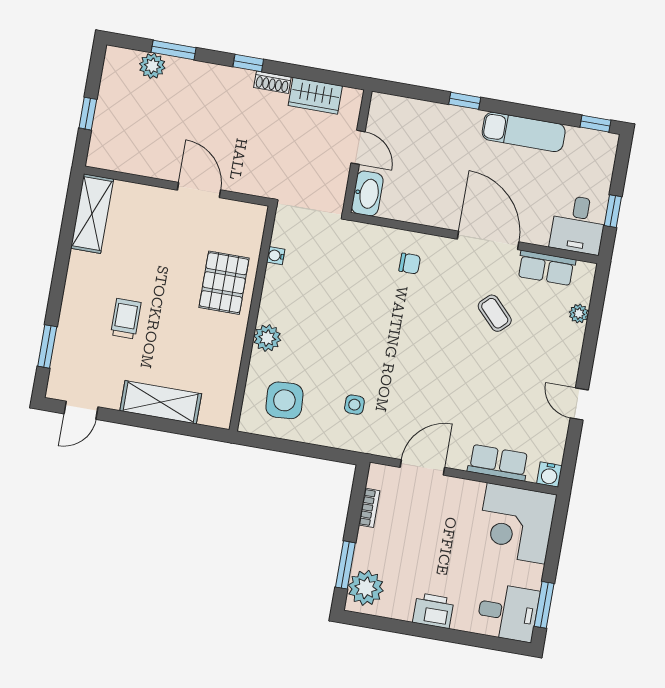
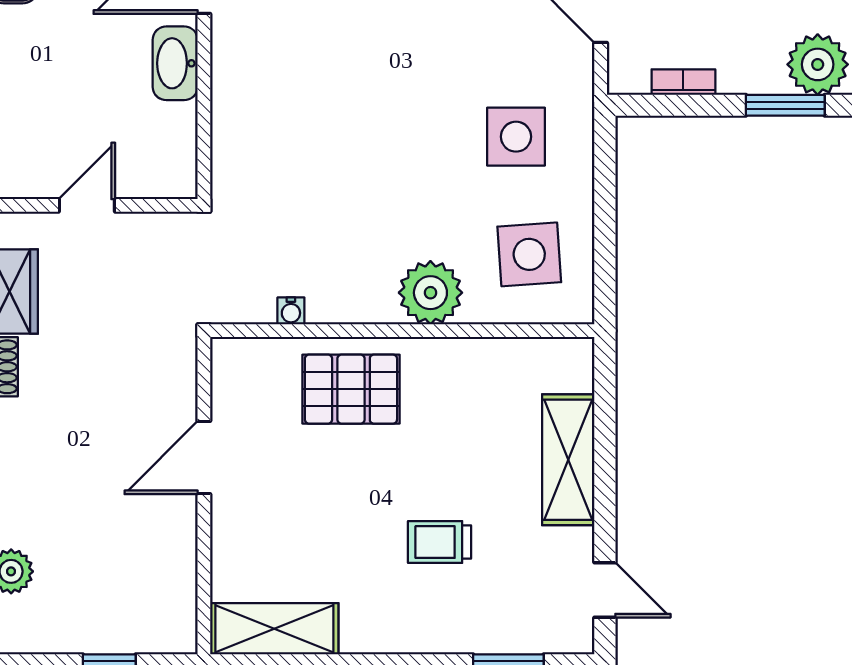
washbasin: (367, 193) -> (175, 63), moved, turned -90
chair: (410, 264) -> (265, 86), removed
plant: (267, 338) -> (430, 293), width x1.36, depth x1.36
side table: (354, 405) -> (516, 137), width x1.87, depth x1.87

